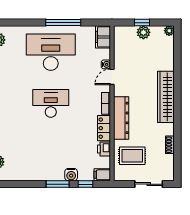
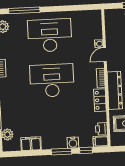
window: (63, 23) -> (24, 10), moved
filing cabinet: (103, 37) -> (31, 144), moved, turned 90
desk: (51, 103) -> (52, 81), width x1.36, depth x1.30
printer: (104, 149) -> (101, 129), moved

